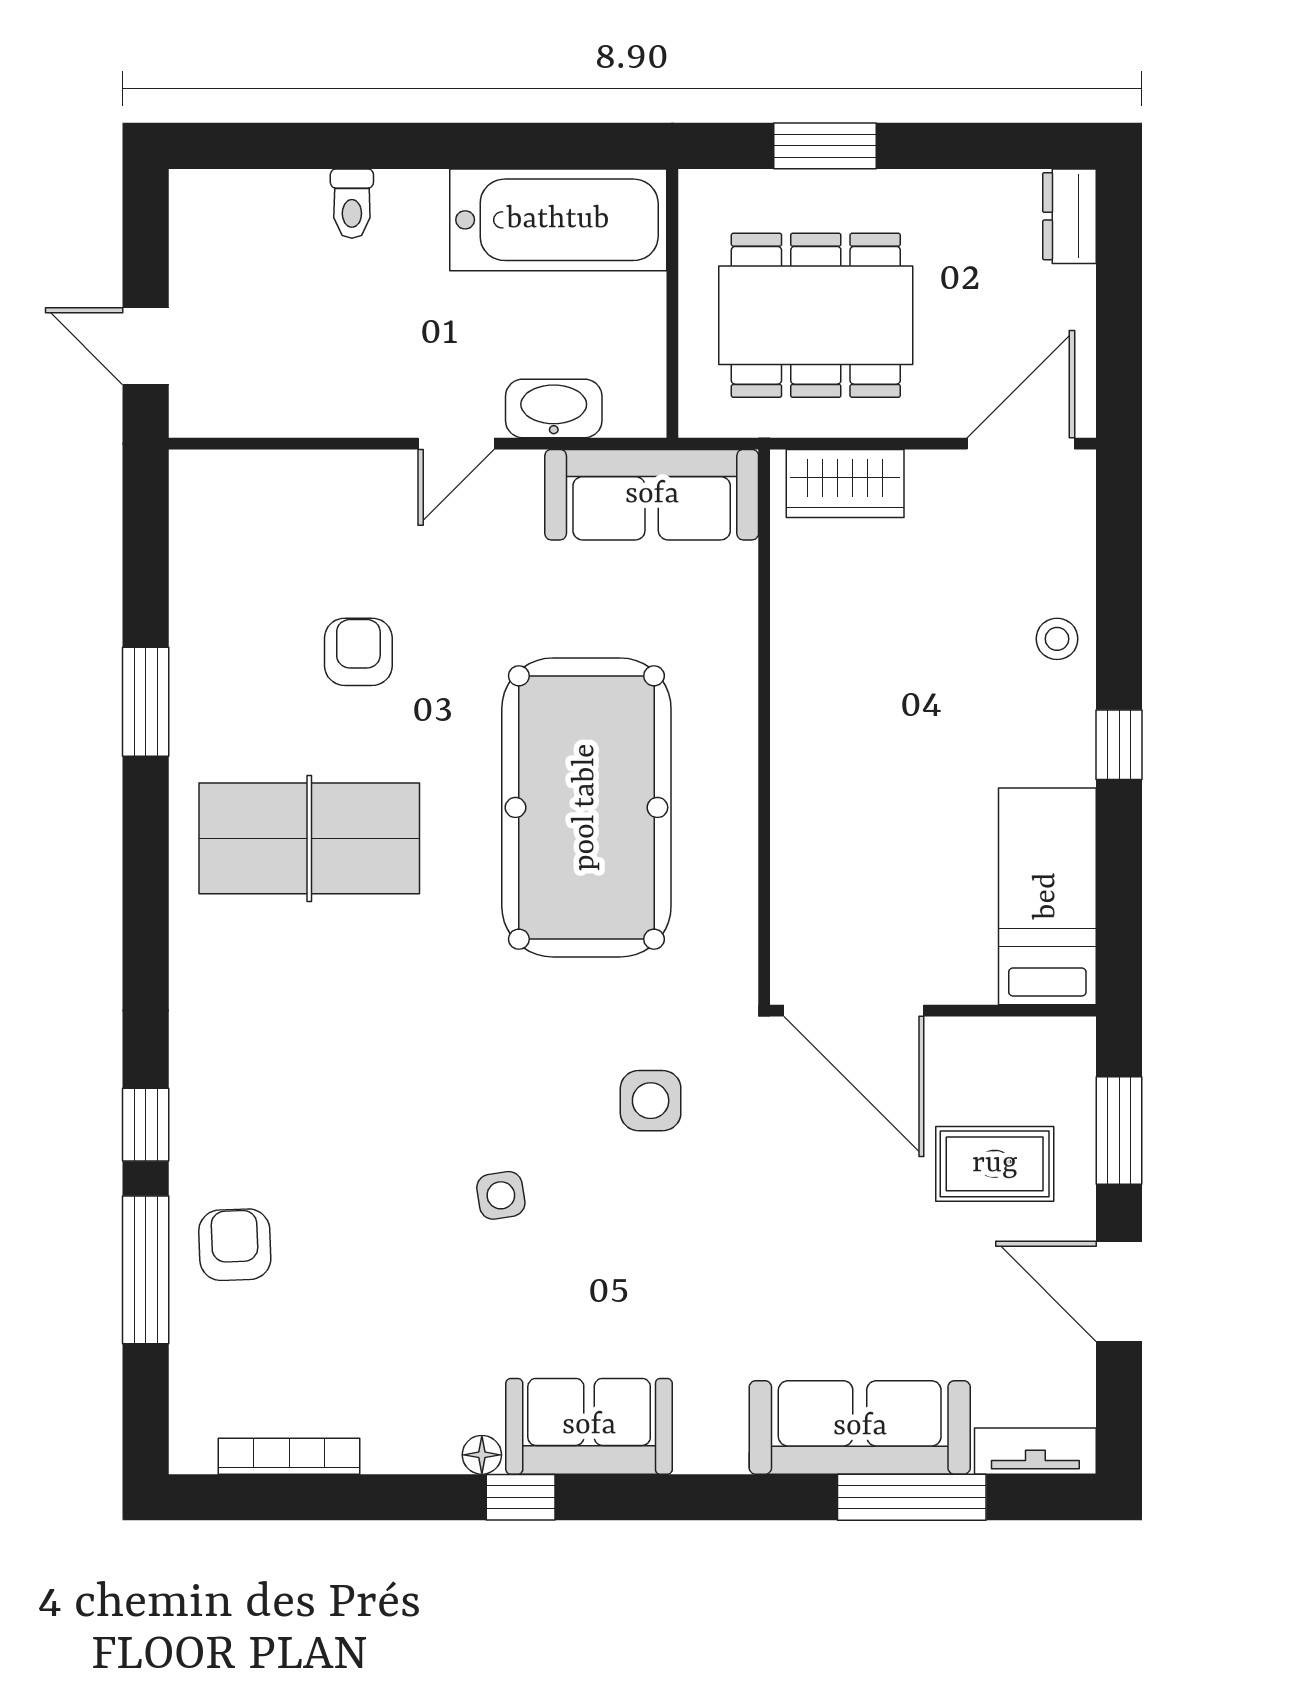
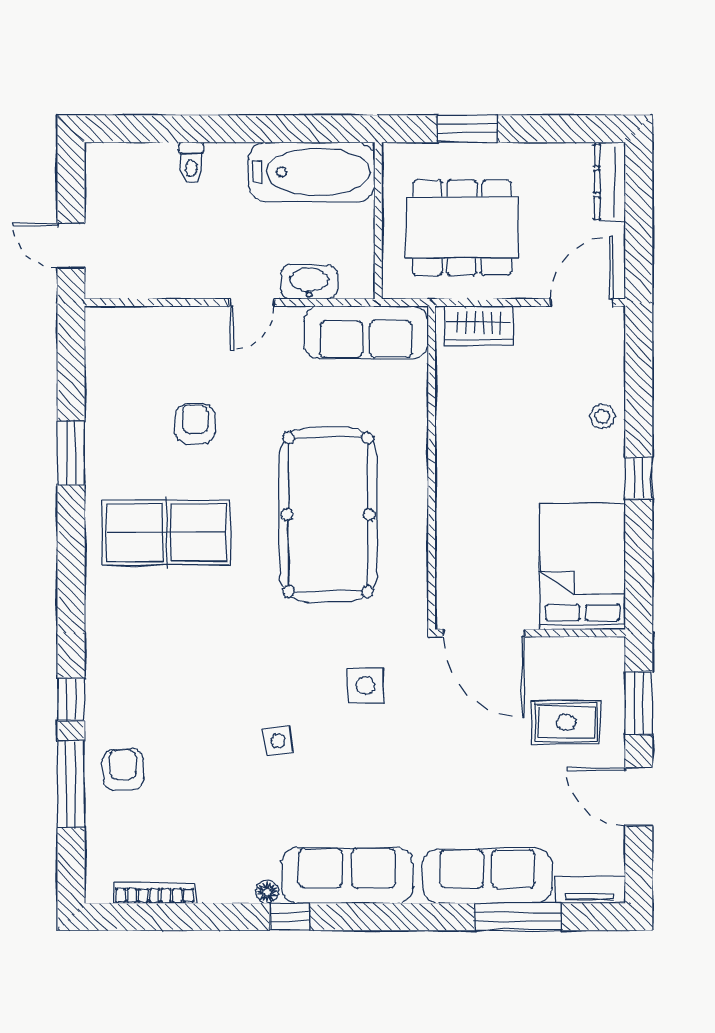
dresser: (1070, 216) -> (610, 182), width x1.44
bed: (1047, 896) -> (583, 566), width x1.50
sofa: (589, 1426) -> (347, 875), width x1.36

